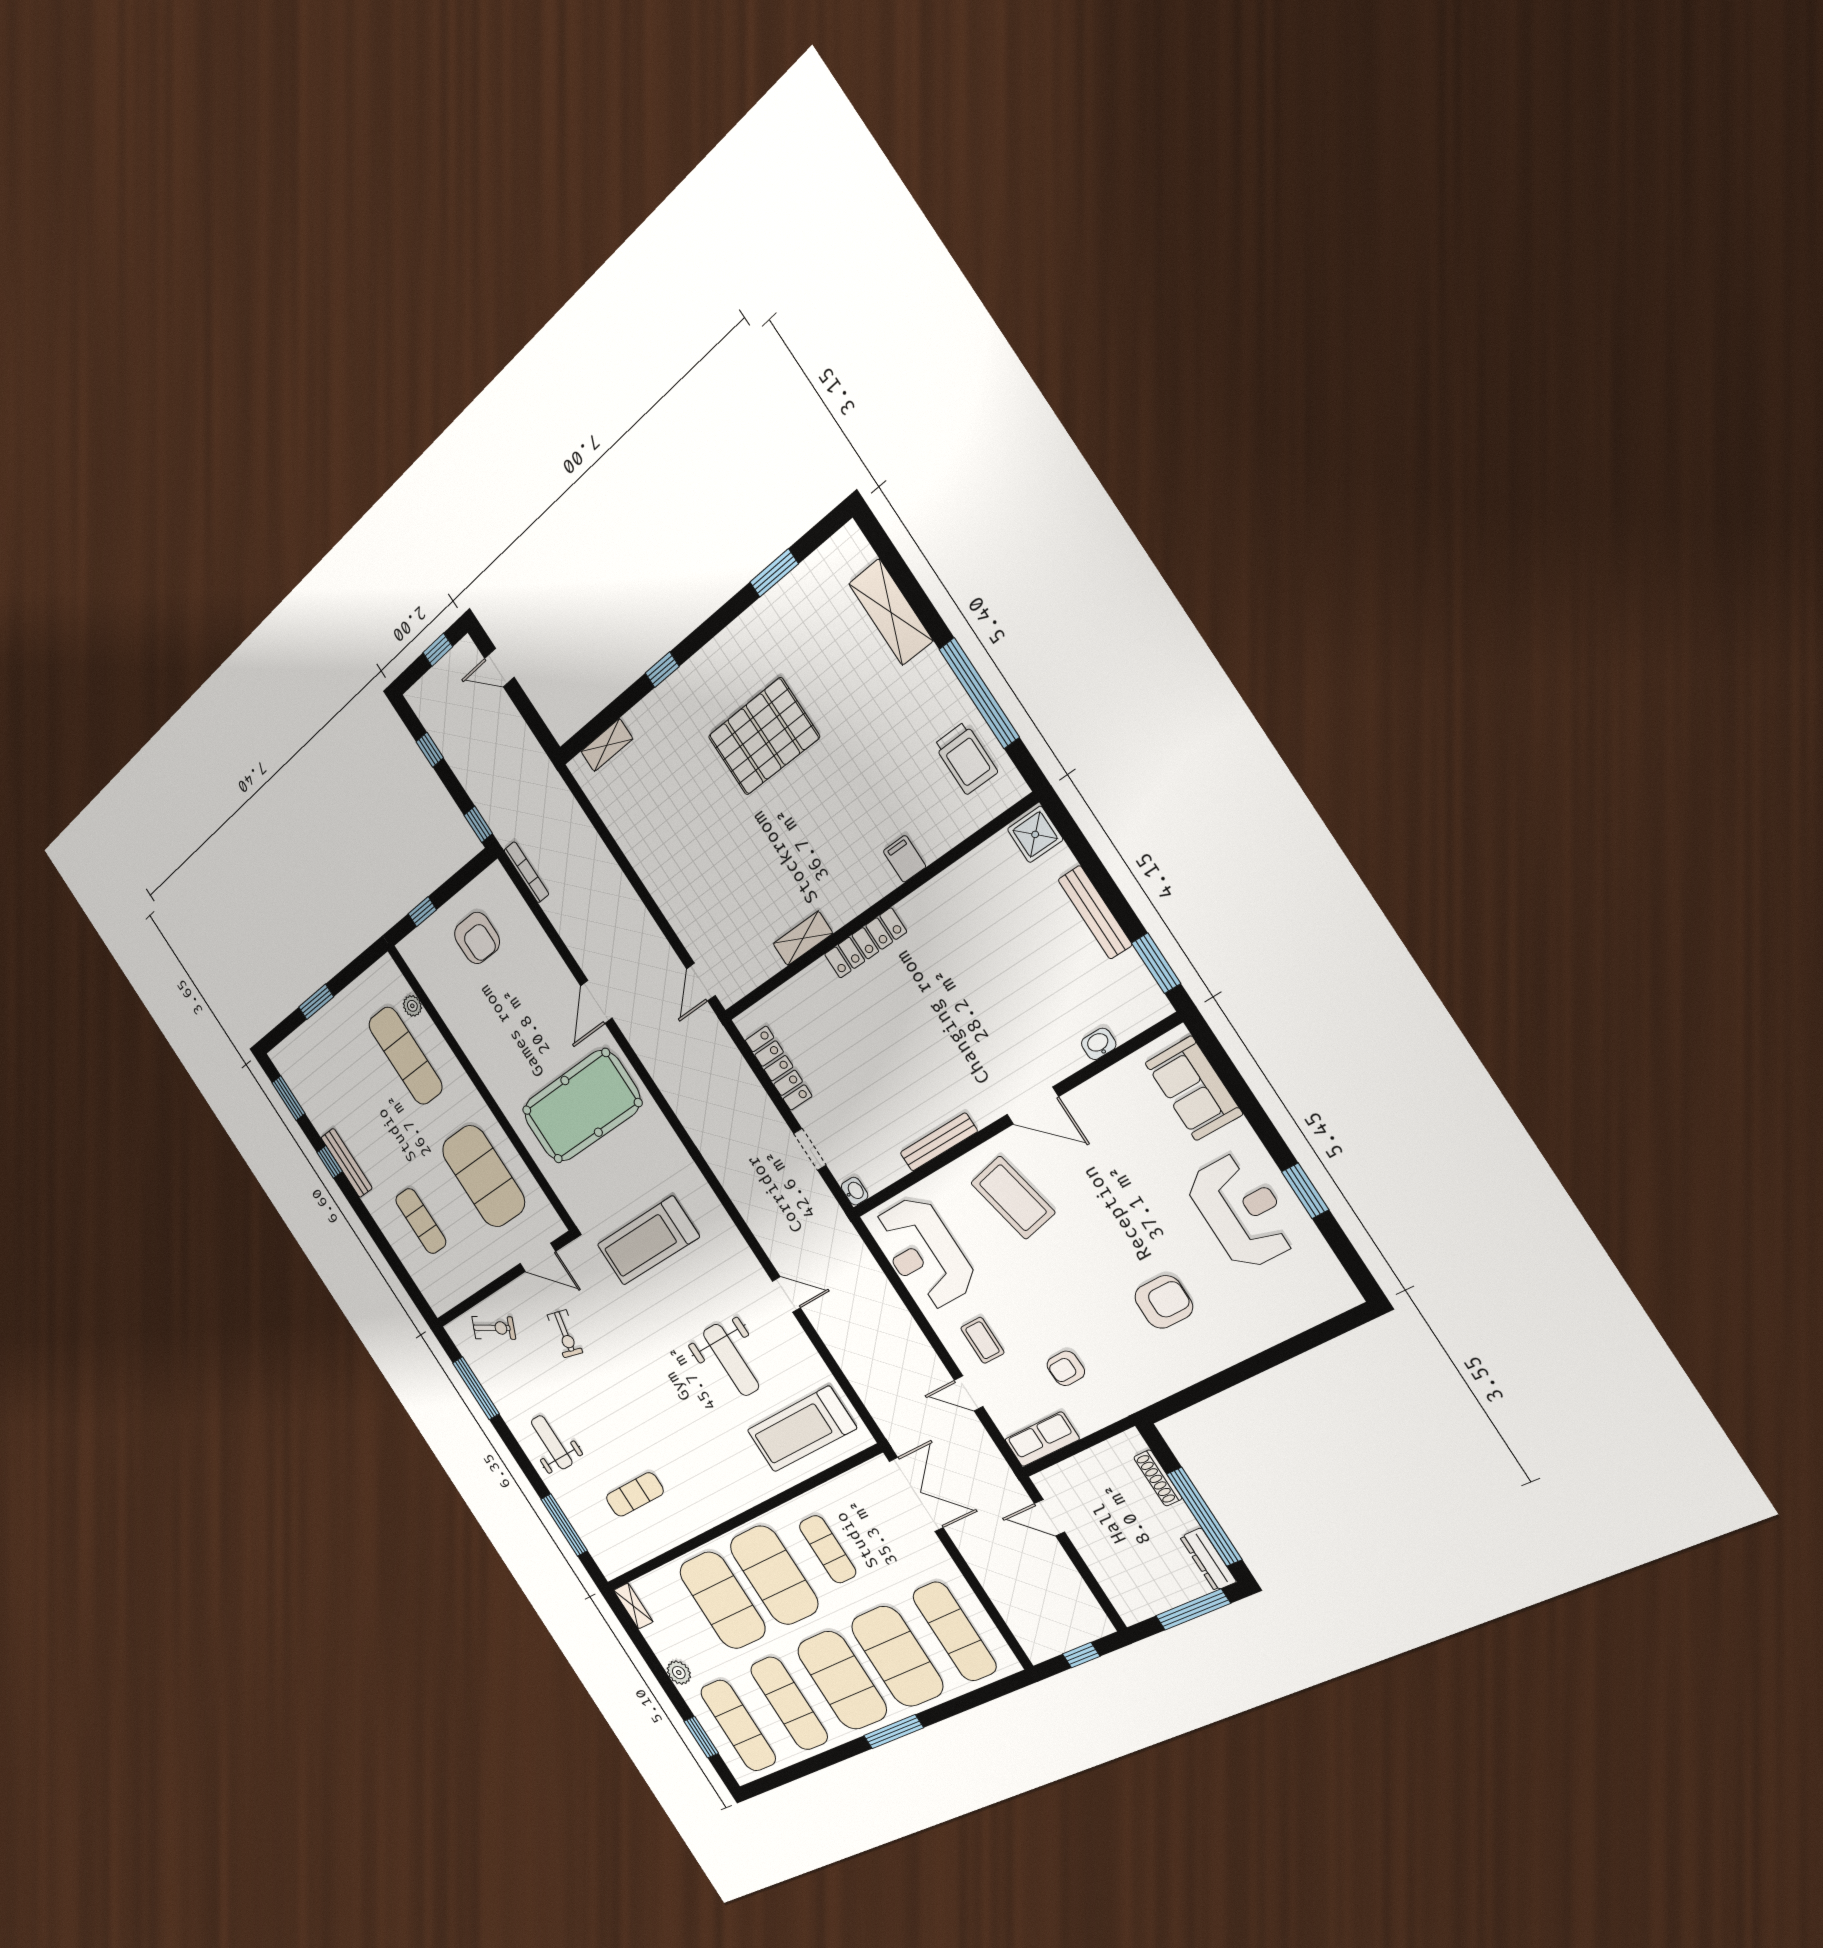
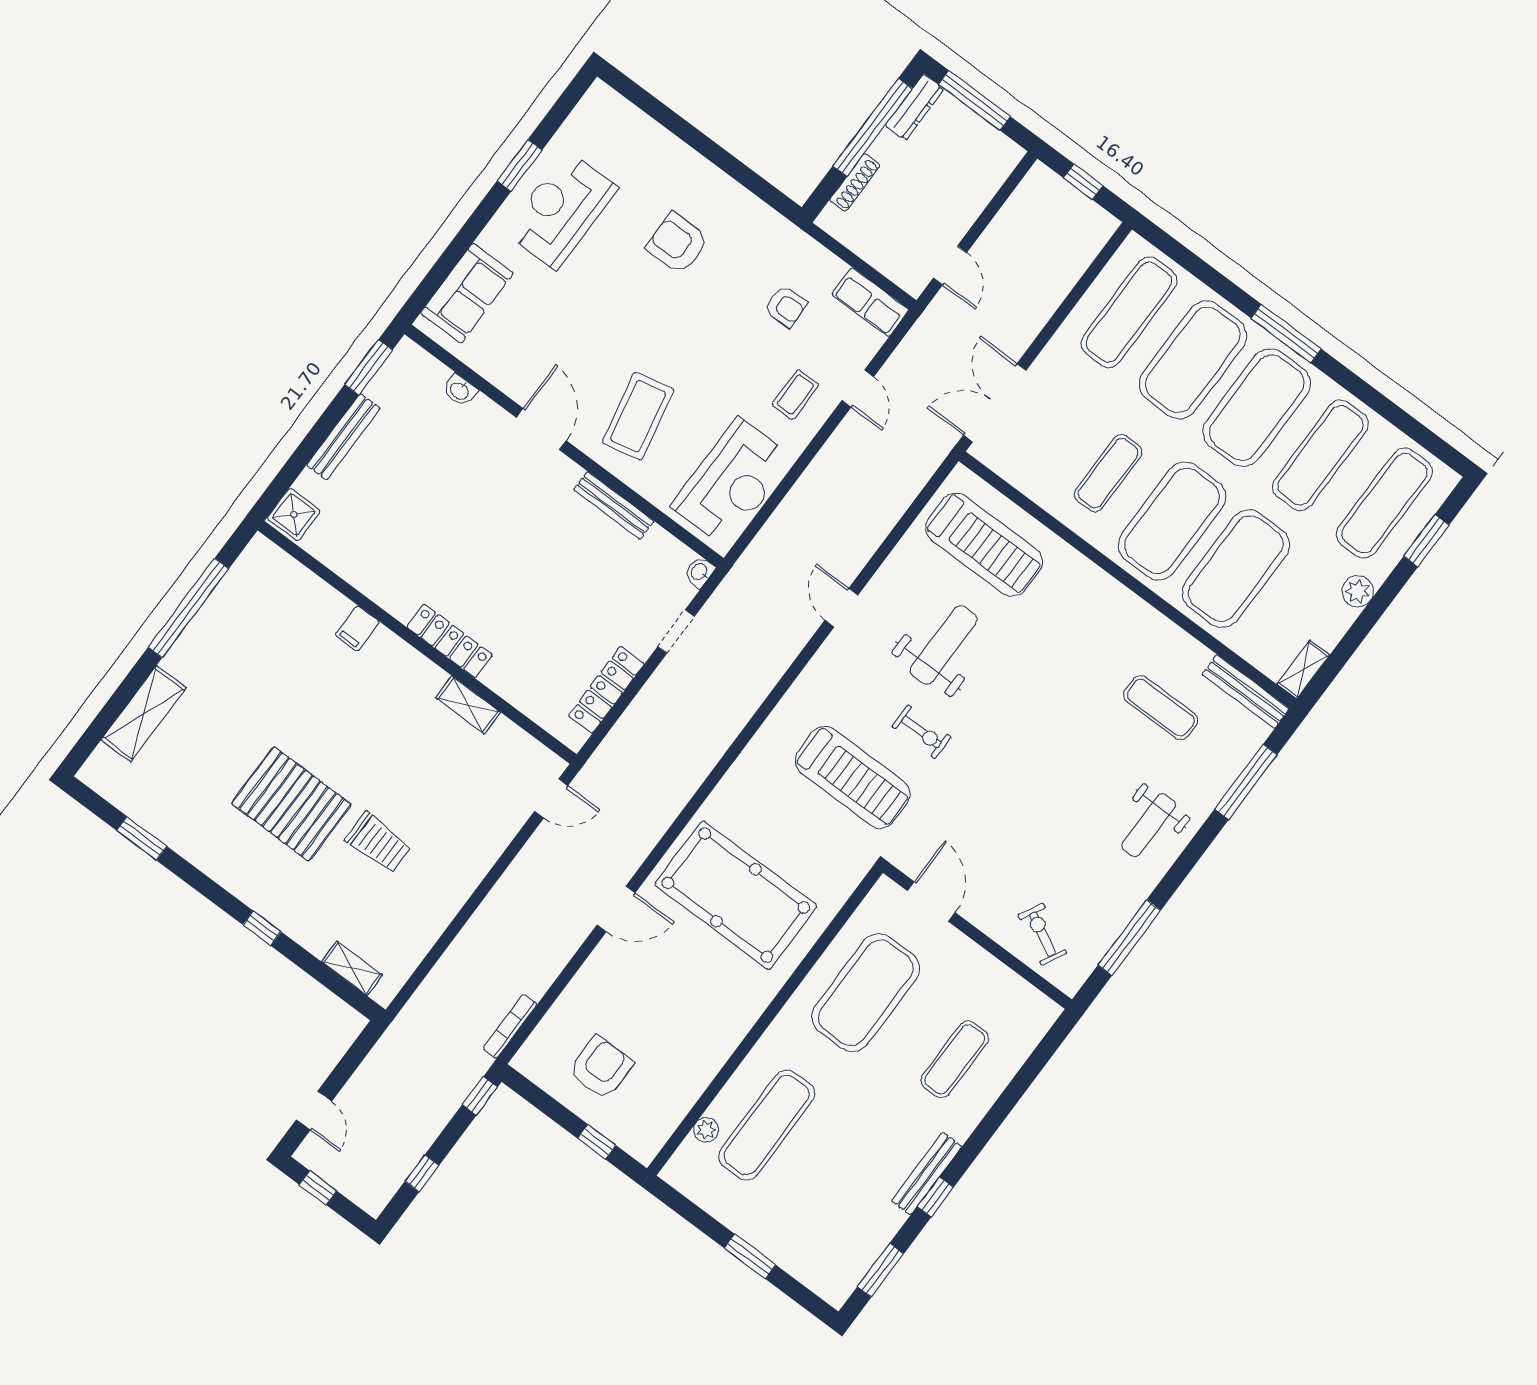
trolley: (966, 758) -> (378, 843), moved, turned 90
exercise bike: (565, 1334) -> (922, 732), moved, turned 76
bench: (629, 1559) -> (1246, 692), added

